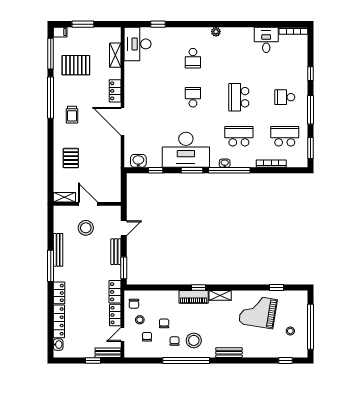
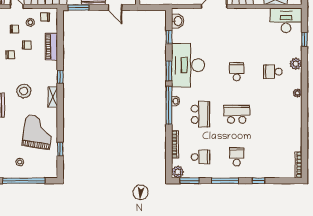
plant: (184, 33) -> (296, 64), added
desk: (266, 40) -> (290, 140), removed
school desk: (193, 97) -> (237, 72), turned -90
school desk: (285, 136) -> (200, 157), width x0.54
plant: (301, 161) -> (178, 172), added
piano: (194, 297) -> (51, 47), moved
stool: (194, 340) -> (24, 91), moved

